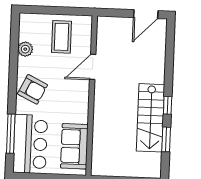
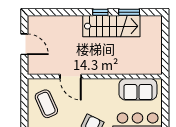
door: (146, 14) -> (24, 44), moved
coffee table: (62, 37) -> (46, 104), turned 66

